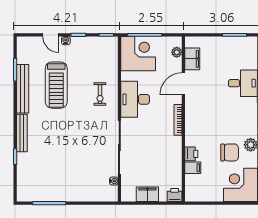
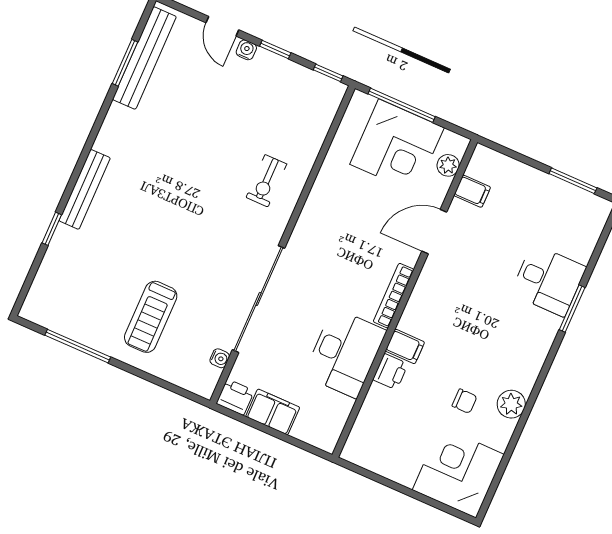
corner desk: (138, 54) -> (397, 146), moved, turned 90
filing cabinet: (192, 59) -> (472, 191), width x0.50
treadmill: (56, 85) -> (151, 317), moved, width x0.73, depth x0.73
bench: (23, 89) -> (144, 58), moved
desk: (135, 99) -> (345, 353), moved, turned 180
chair: (230, 152) -> (465, 401), width x0.54, depth x0.54
filing cabinet: (193, 168) -> (405, 346), moved
printer: (175, 195) -> (235, 397), moved

